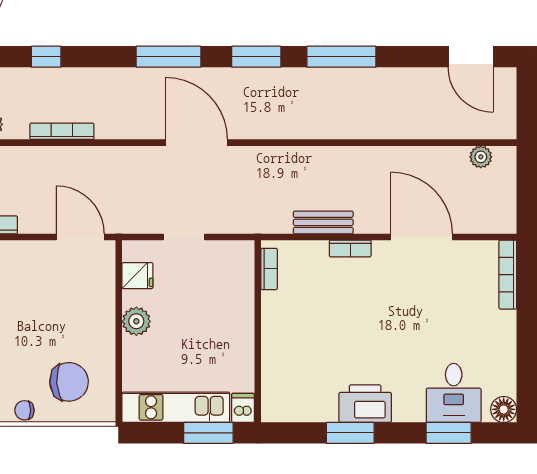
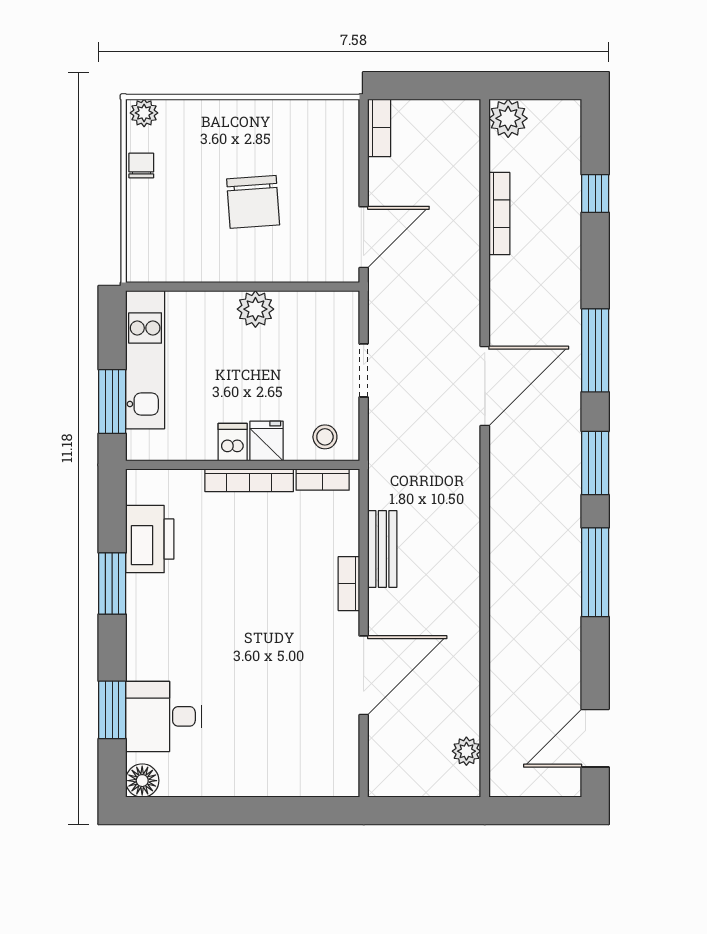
stool: (236, 267) -> (325, 437), added
bookcase: (508, 275) -> (249, 480), moved, turned 180
fridge: (137, 276) -> (267, 441), moved, turned 180
chair: (69, 382) -> (253, 202), moved
printer: (365, 404) -> (150, 539), moved
dishwasher: (243, 408) -> (233, 442), moved, turned -90

